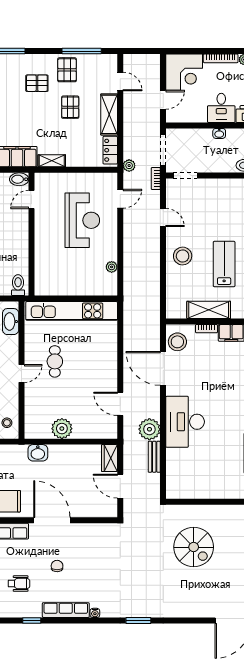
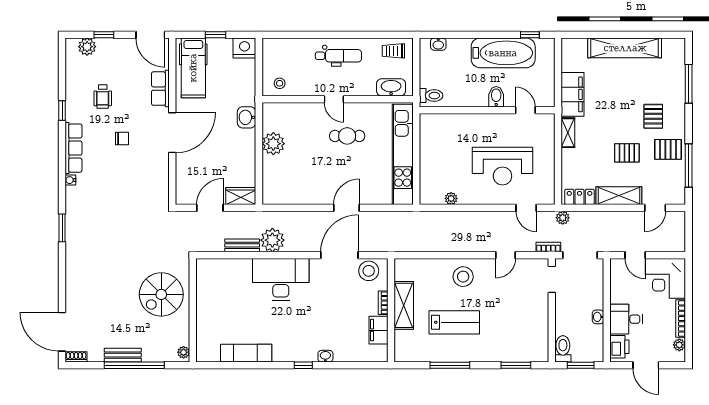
bidet: (19, 179) -> (496, 97), moved
door: (120, 404) -> (346, 208), moved
spiral stairs: (194, 547) -> (161, 294), moved

